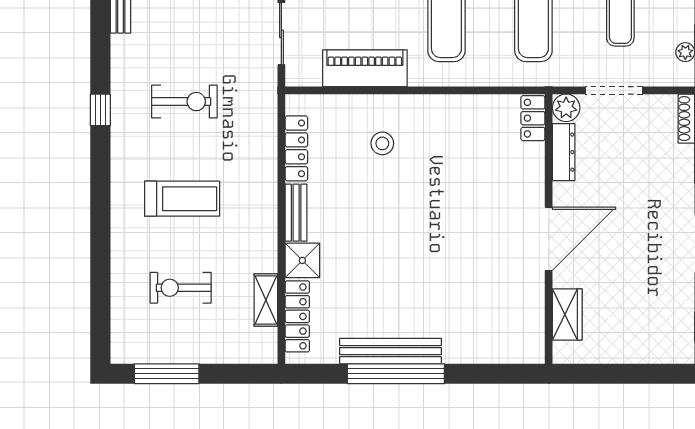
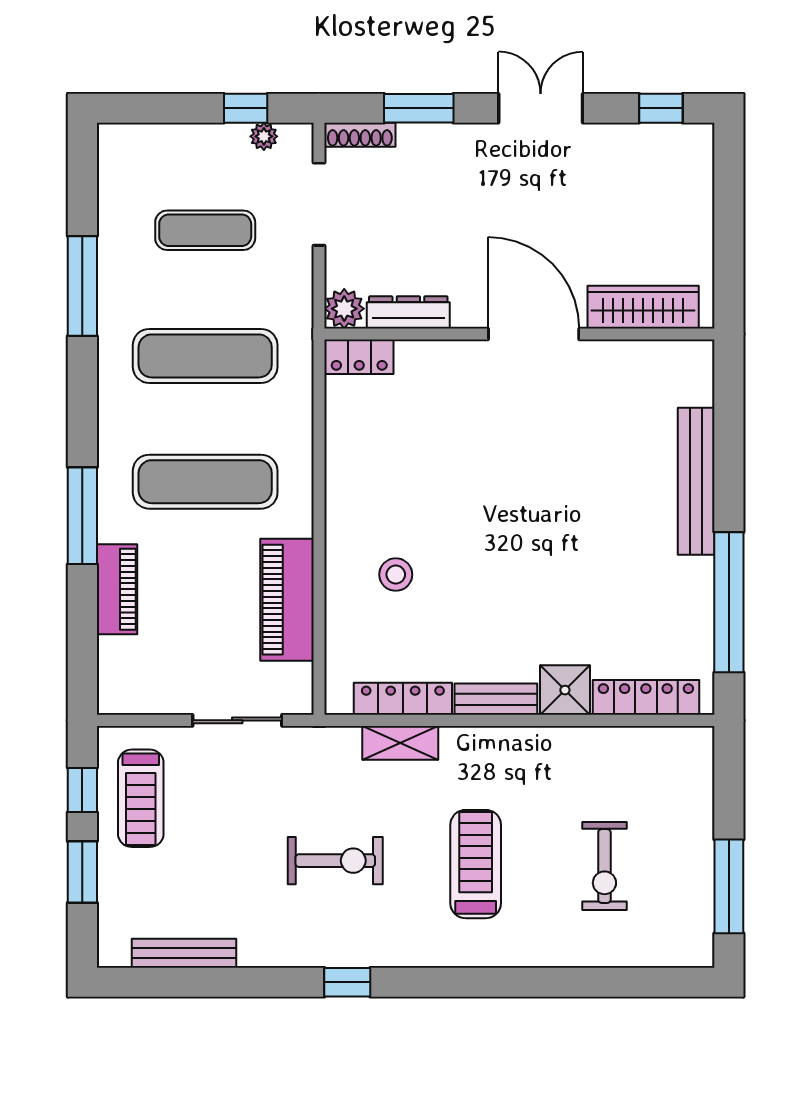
doorway: (614, 90) -> (319, 204), moved
exercise bike: (184, 102) -> (335, 861), turned 90
shelving: (266, 300) -> (400, 743), moved
wardrobe: (567, 314) -> (643, 307), width x1.50
bench: (390, 351) -> (696, 481), moved
window: (396, 374) -> (729, 602), moved

